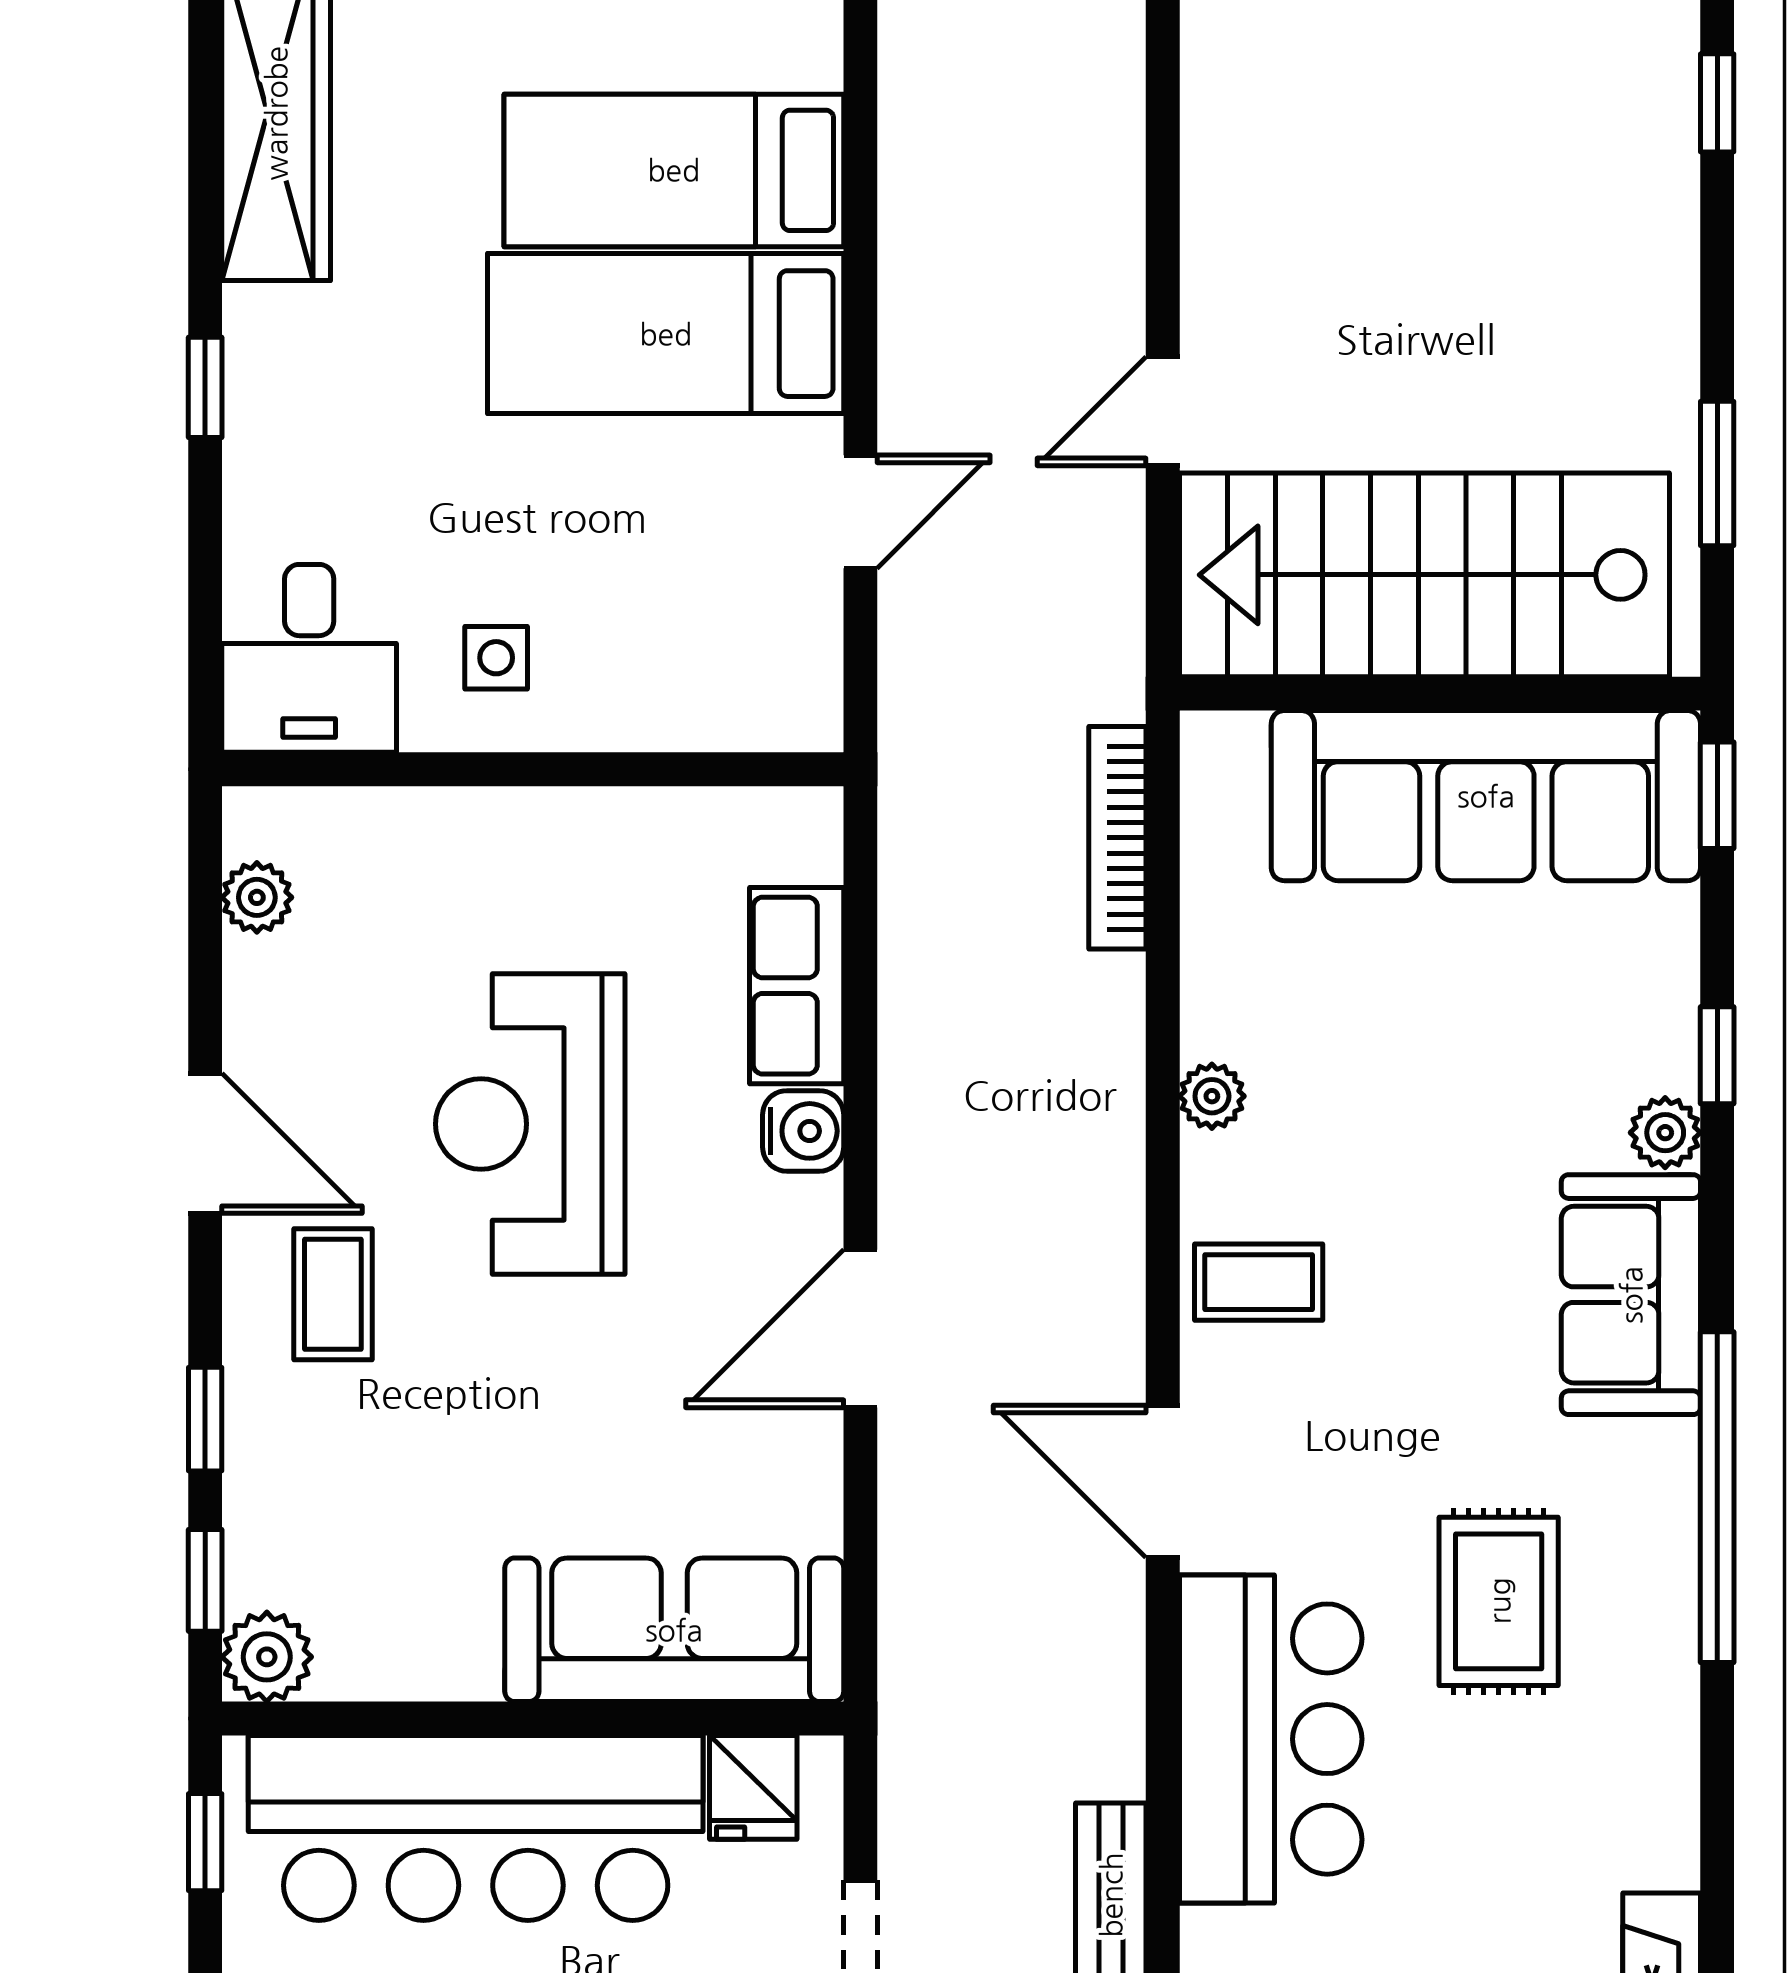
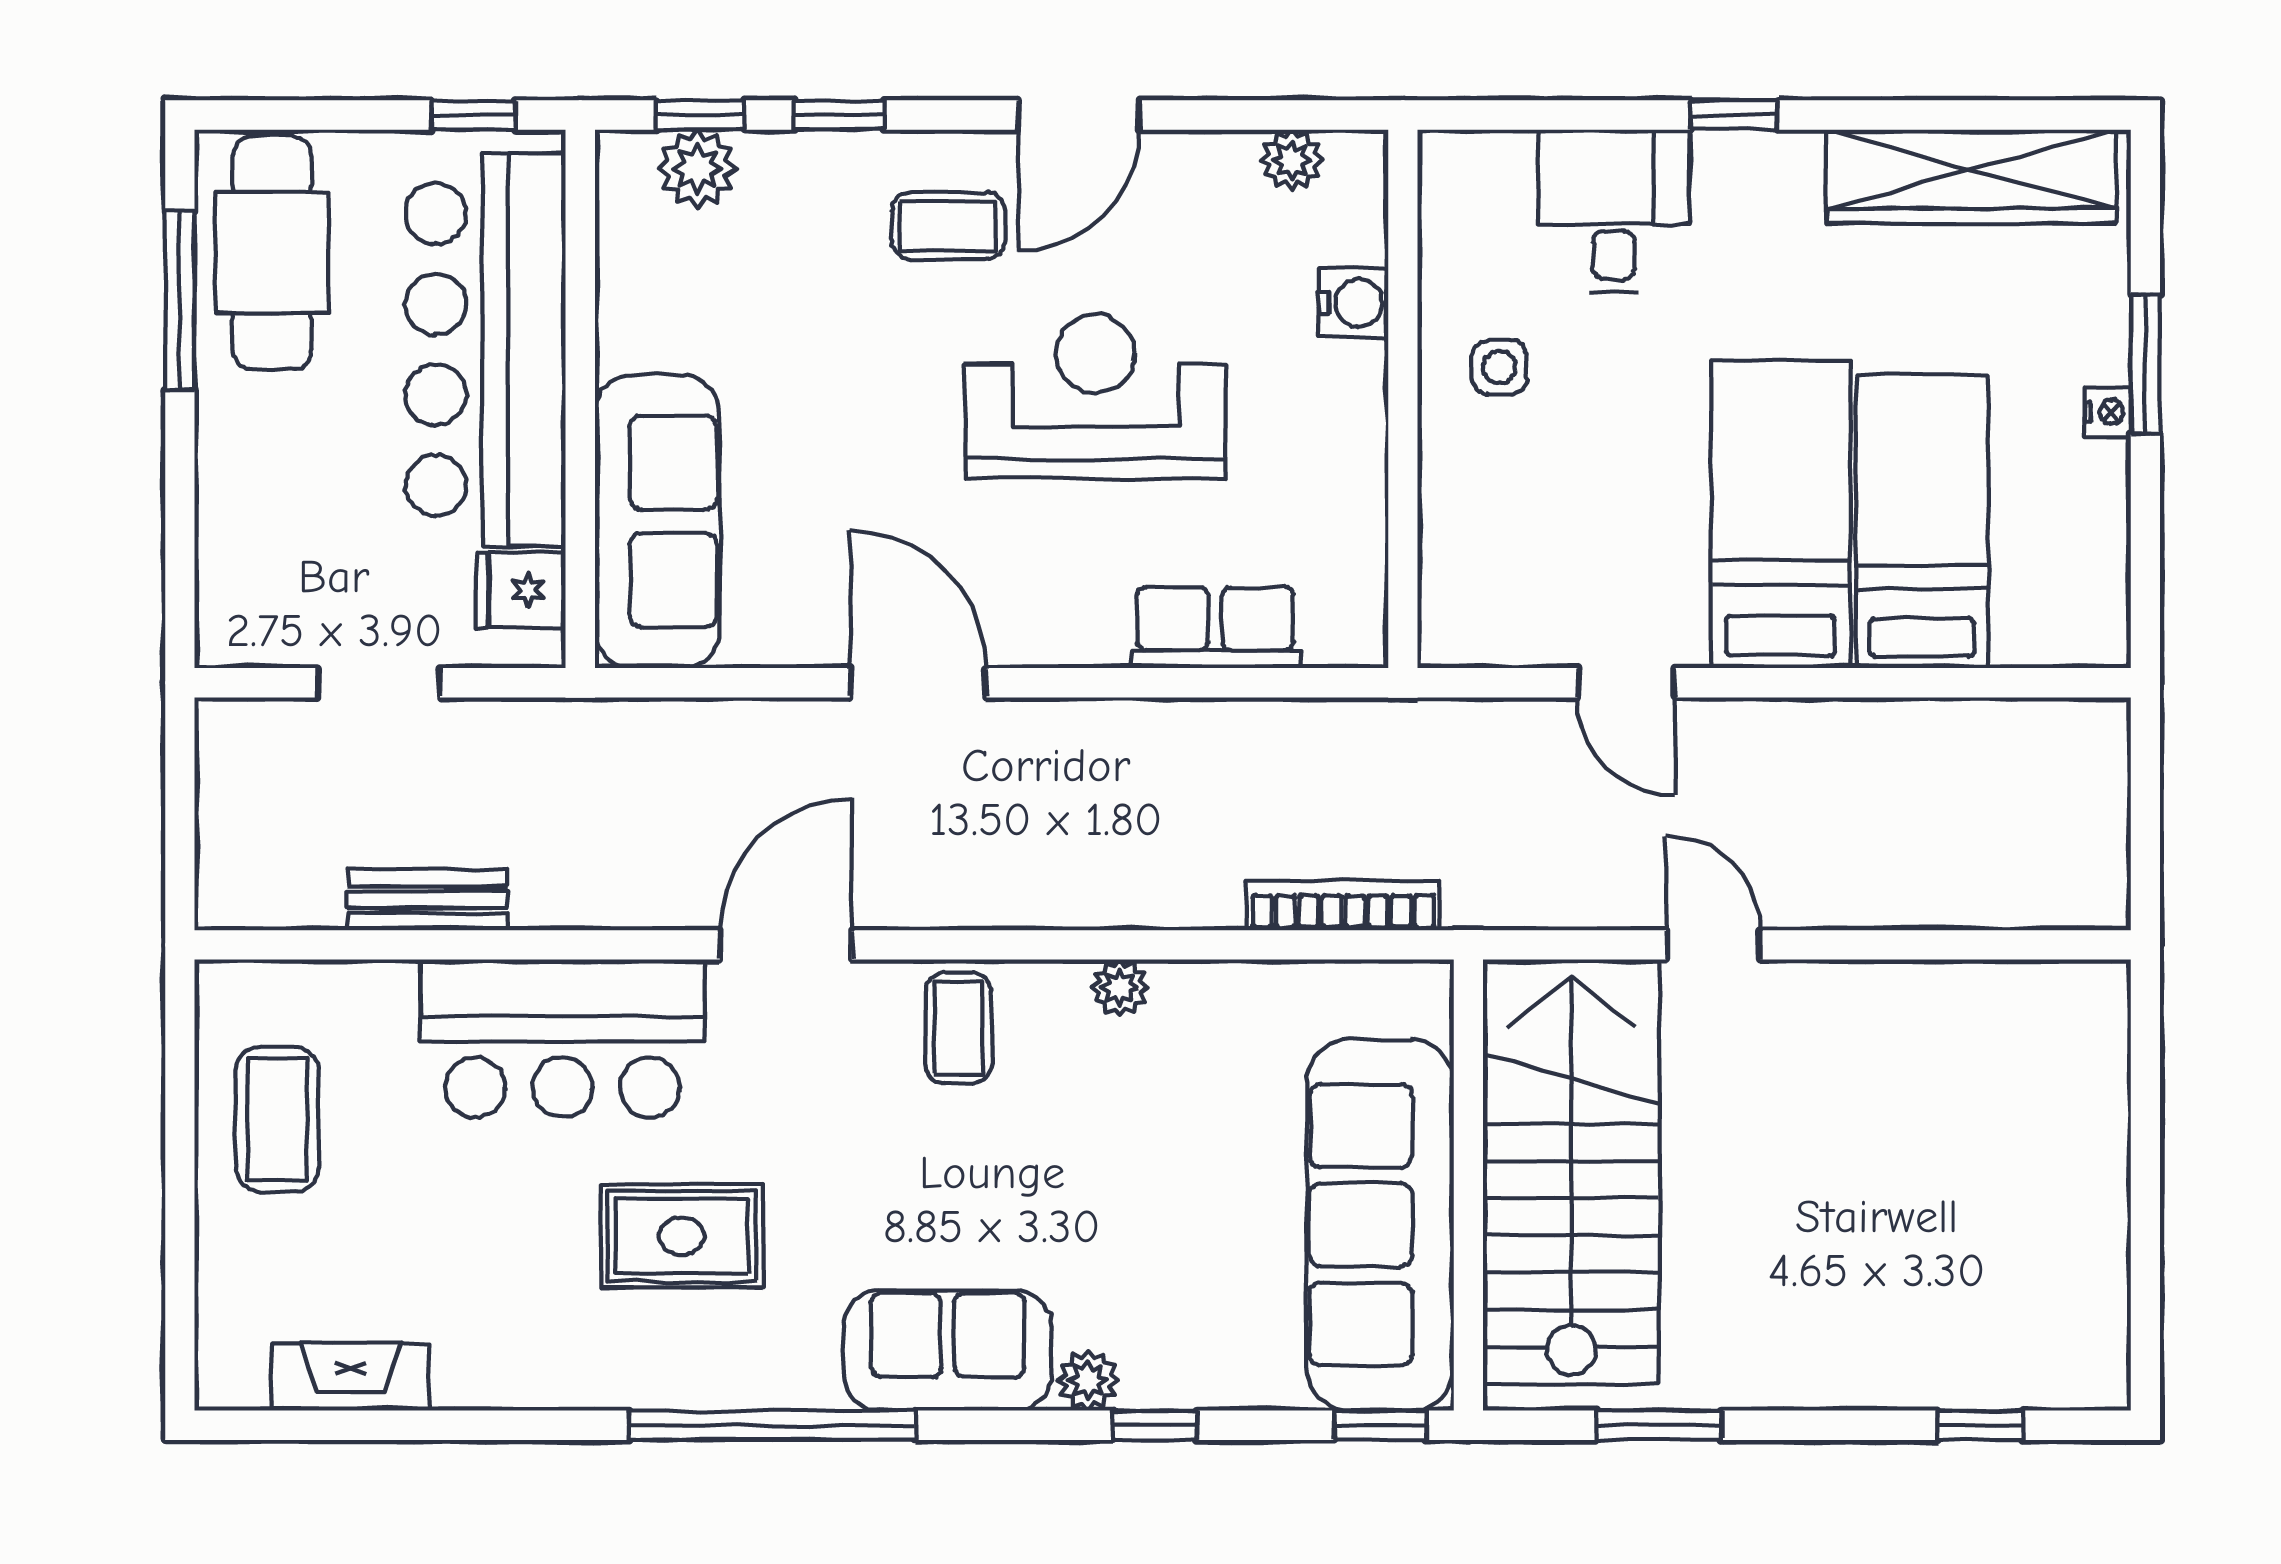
desk: (309, 658) -> (1614, 211), moved, turned 90
water cooler: (803, 1131) -> (1353, 303), moved, turned -90
plant: (267, 1657) -> (697, 168), moved

